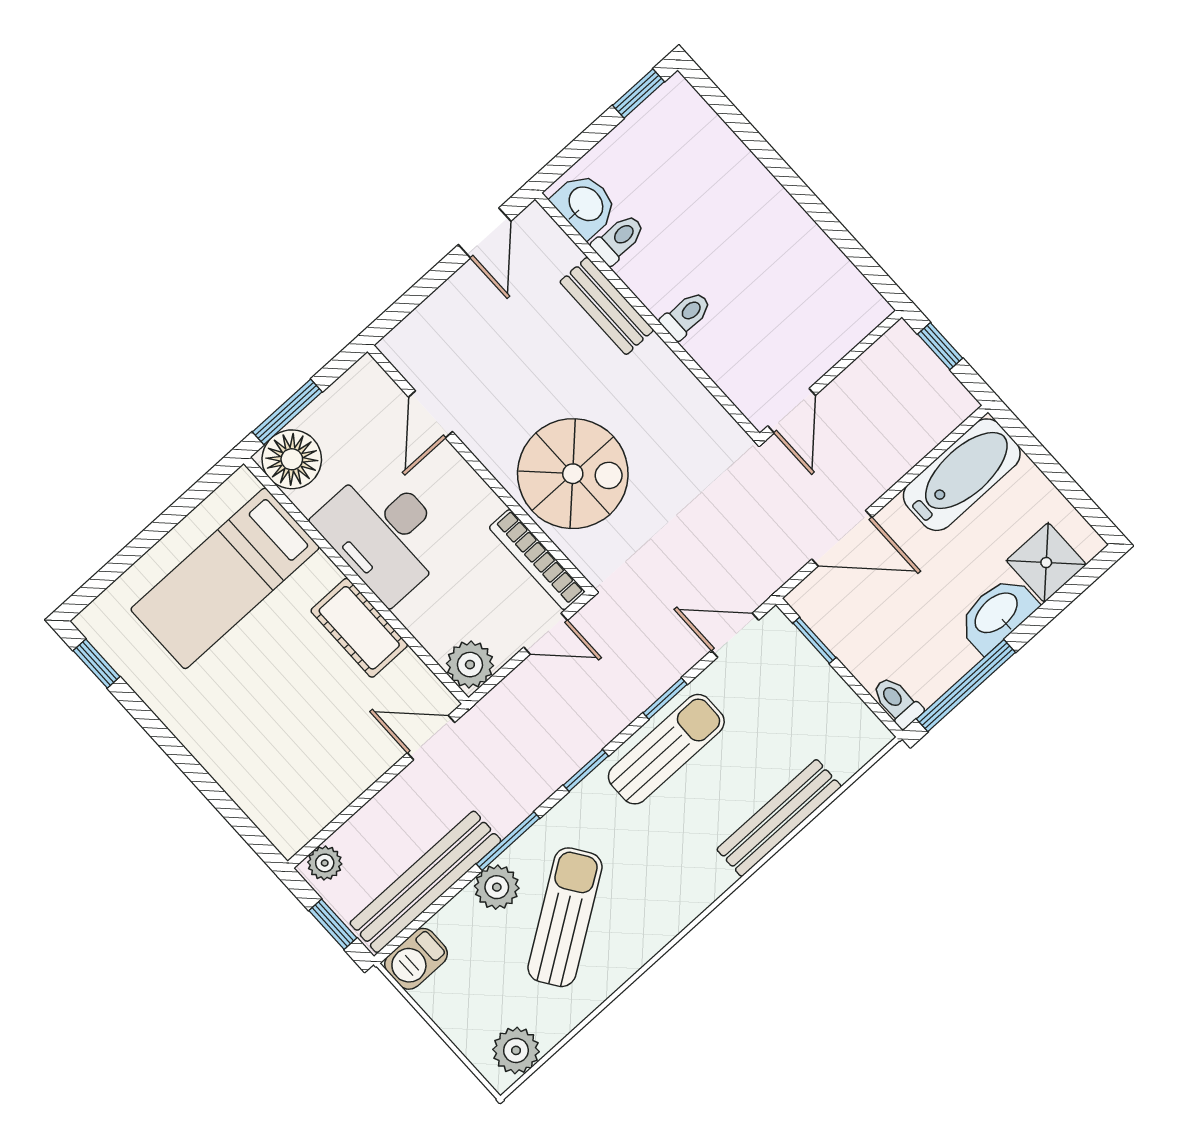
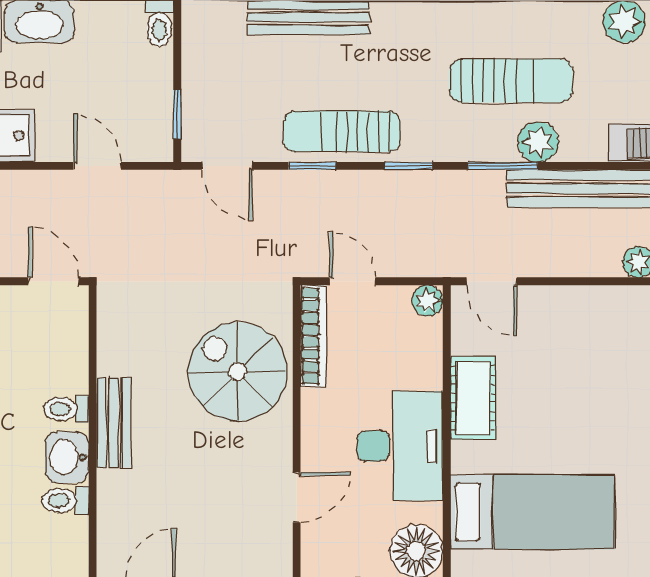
washbasin: (585, 205) -> (67, 457), moved
bench: (607, 306) -> (114, 423), moved
door: (792, 411) -> (54, 281), hinge flipped
door: (842, 538) -> (97, 166), width x0.73
plant: (470, 665) -> (427, 301), width x0.73, depth x0.73
sun lounger: (565, 917) -> (511, 81), turned -146

